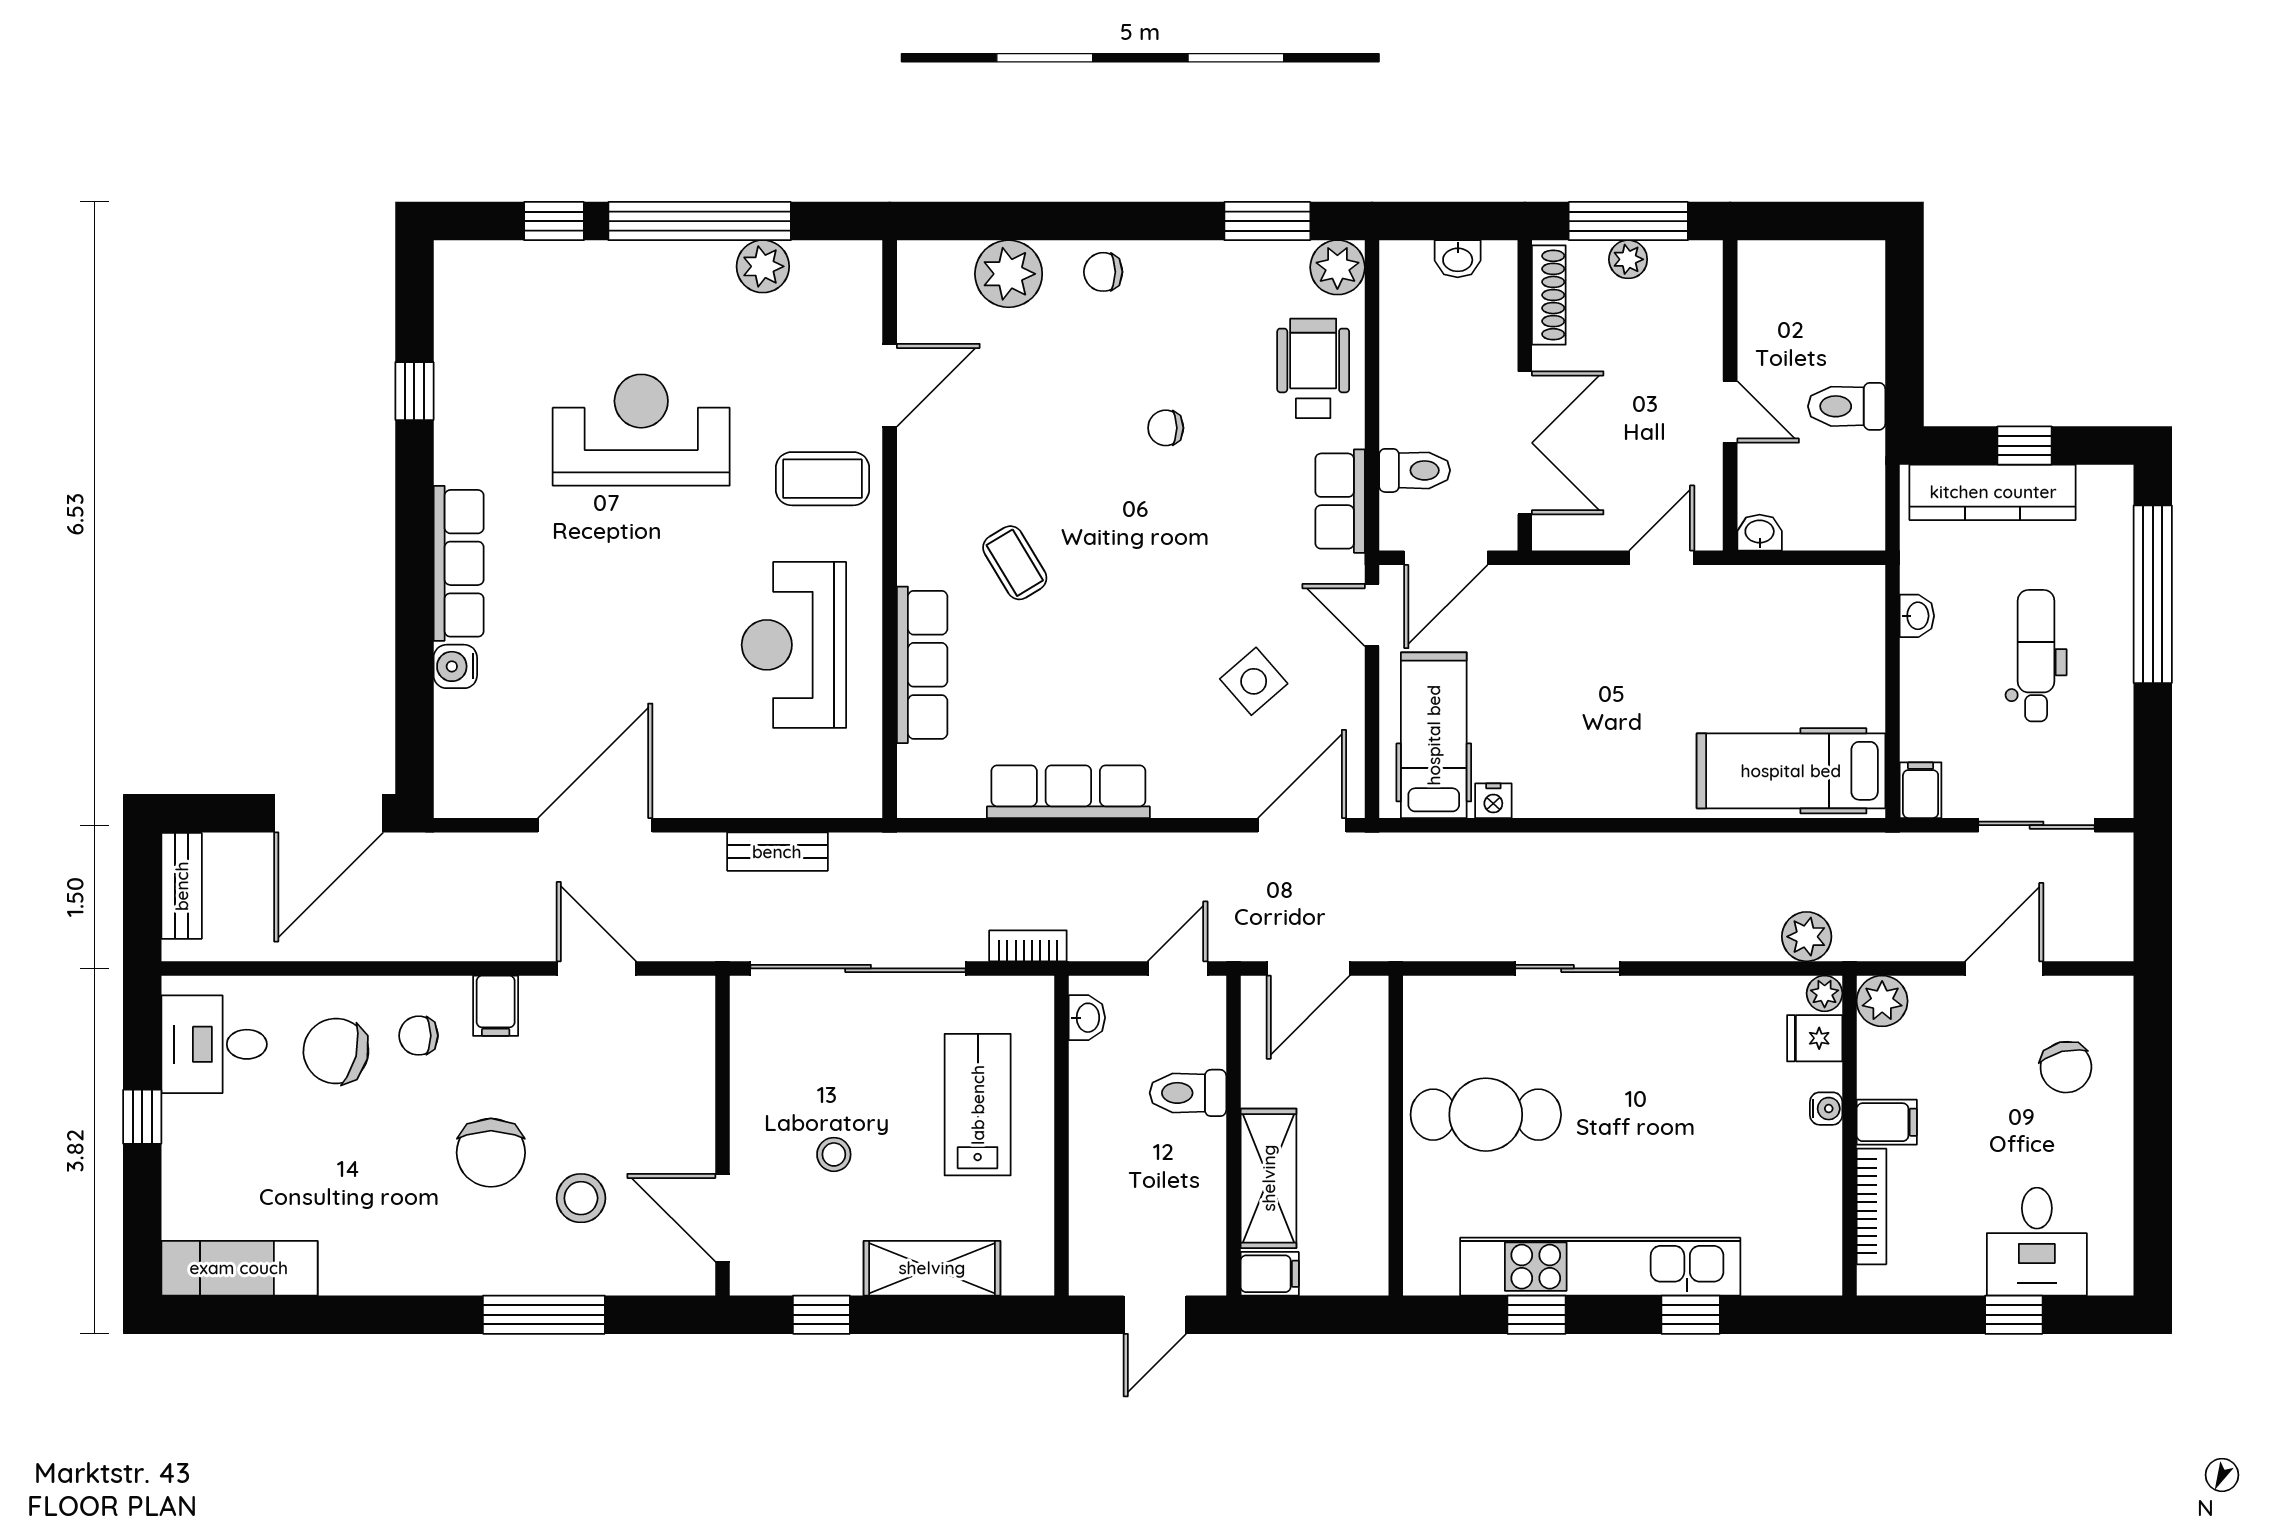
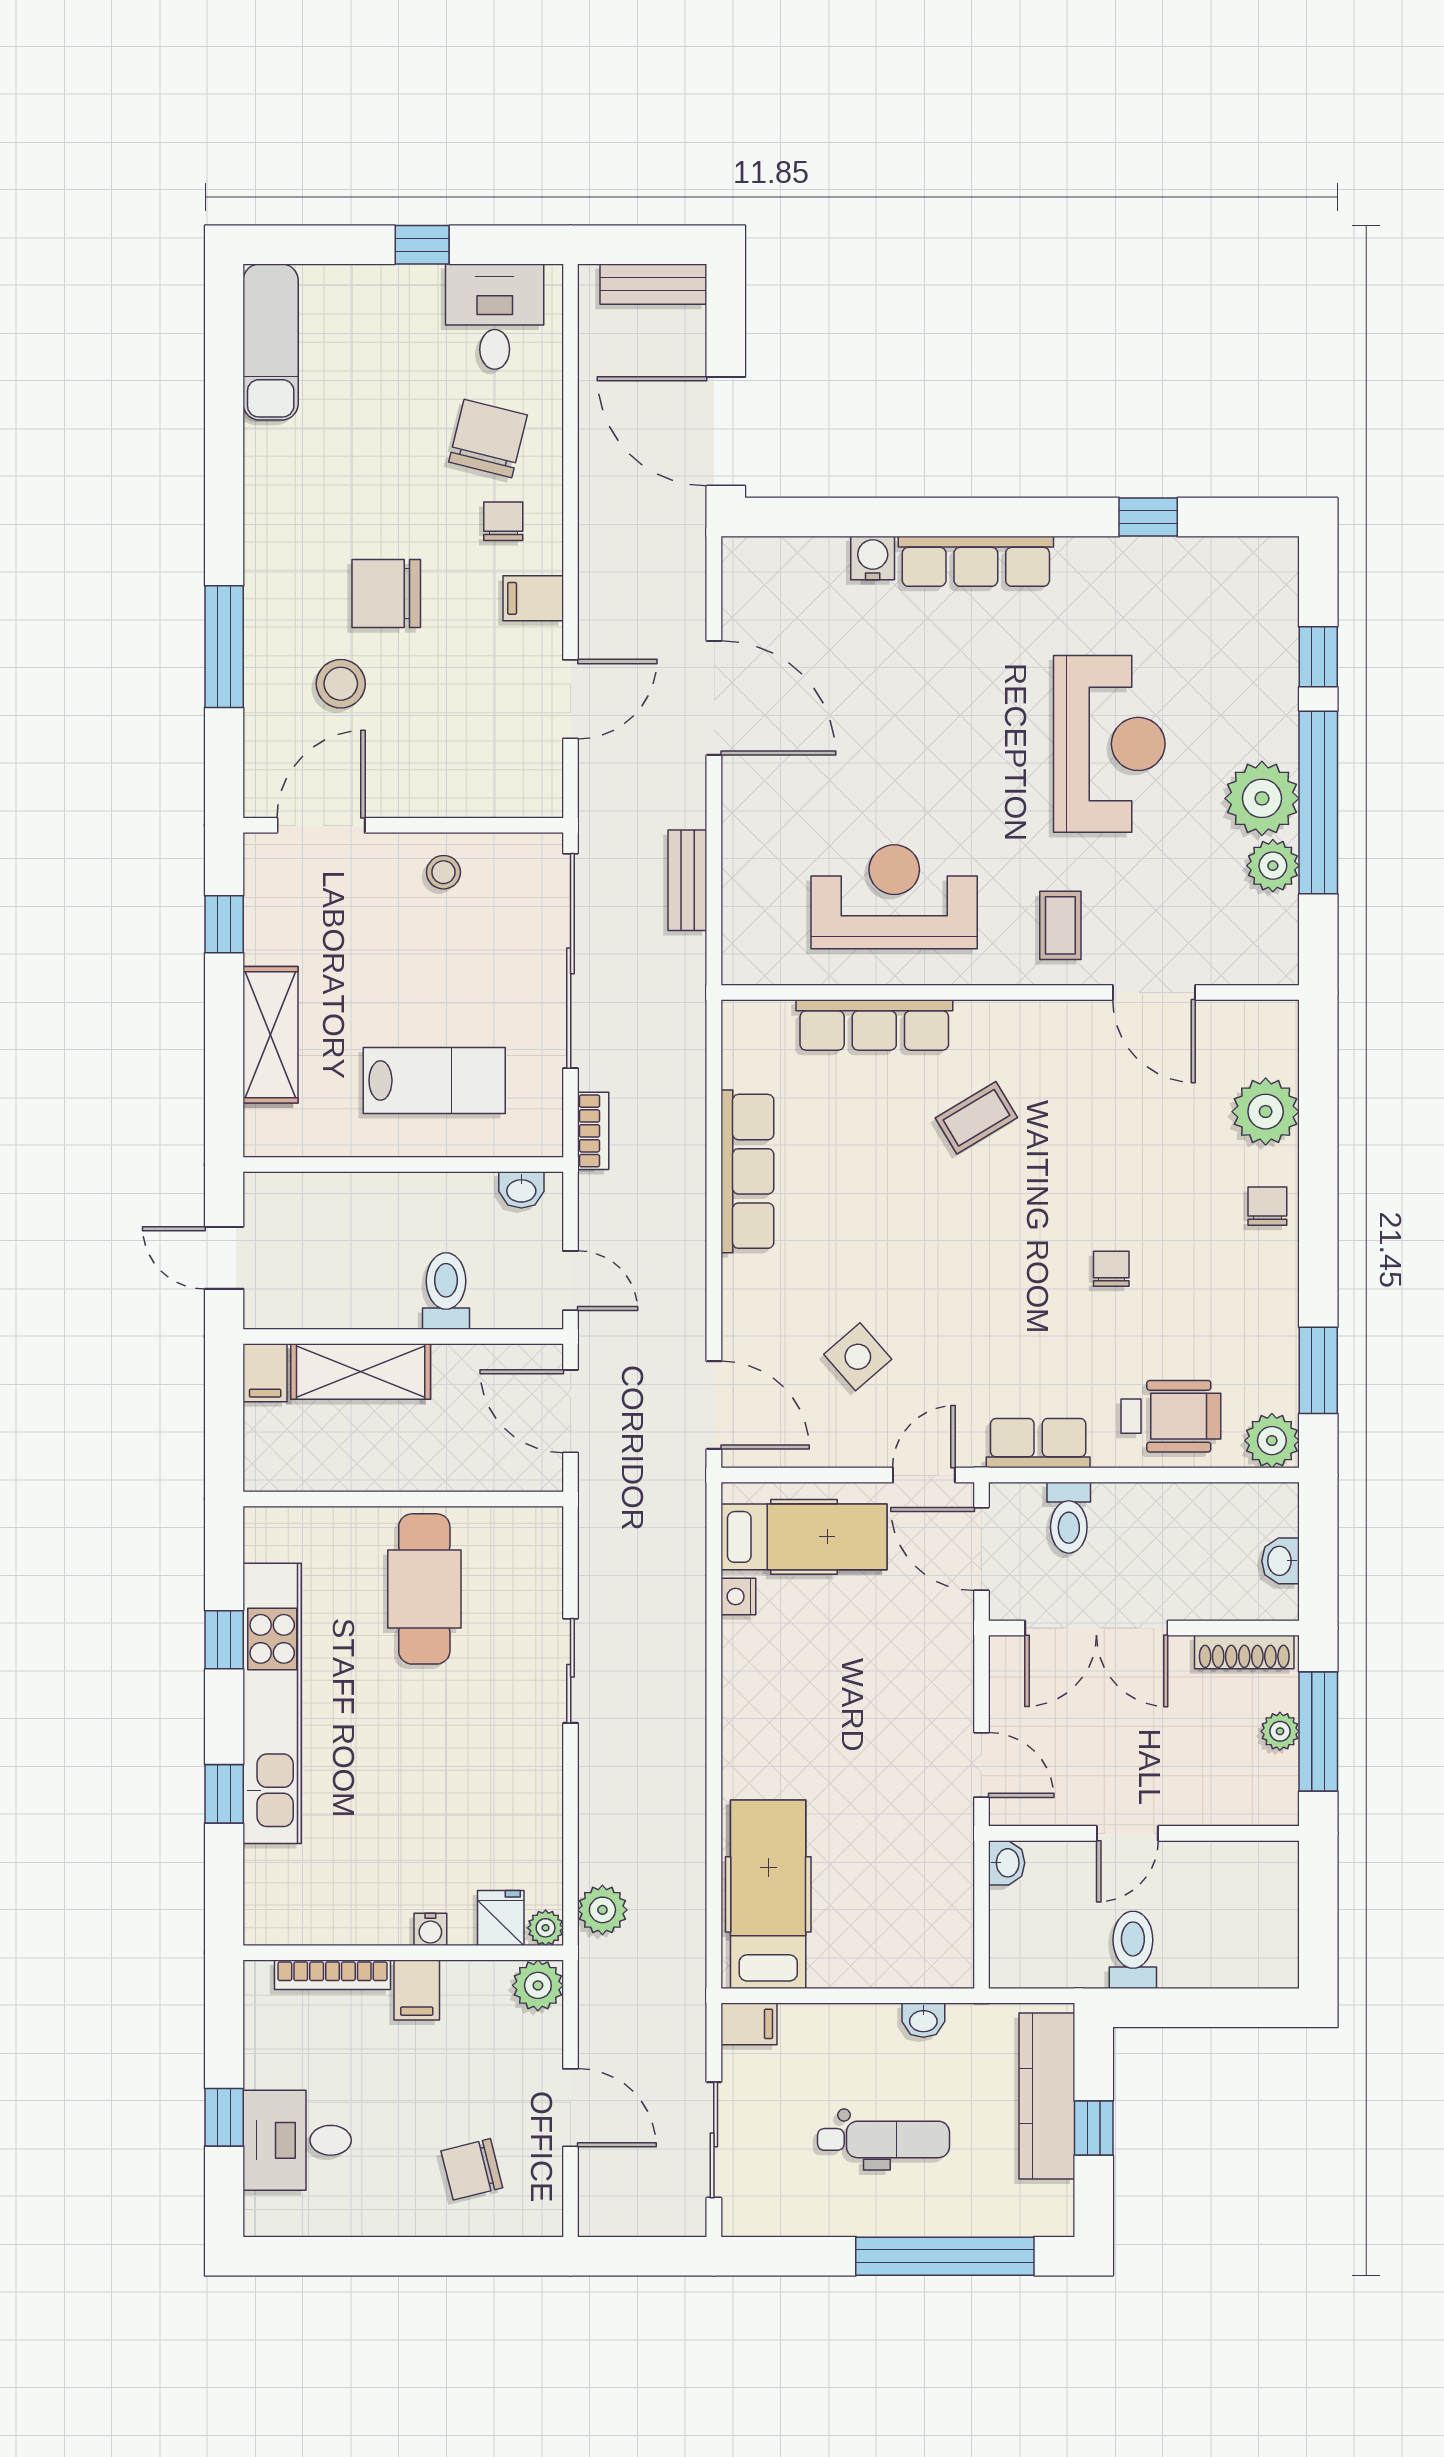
plant: (696, 277) -> (1262, 798), added
coffee table: (822, 479) -> (1060, 925), width x0.73, depth x0.77
stool: (834, 1154) -> (443, 872), moved

